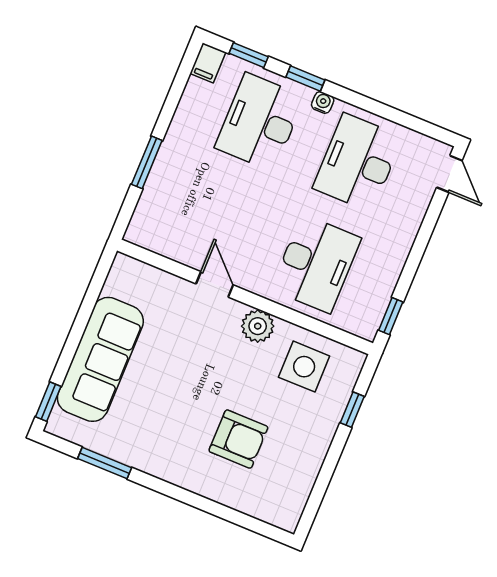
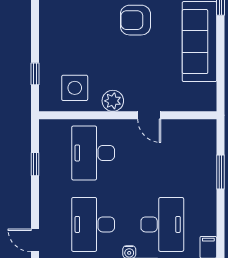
desk: (358, 162) -> (93, 224), turned 180
window: (391, 316) -> (35, 164), moved
armchair: (238, 439) -> (135, 20), moved

